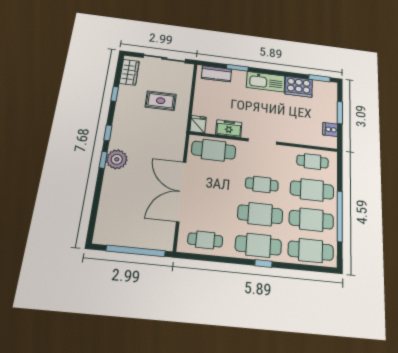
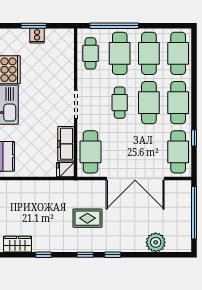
rug: (161, 101) -> (87, 218), moved, turned 90
freezer: (229, 129) -> (66, 144), width x1.40
cooker: (330, 129) -> (37, 36), moved
plant: (117, 159) -> (156, 242), moved
window: (340, 216) -> (114, 26), moved
cafe table: (205, 240) -> (178, 152), width x1.37, depth x1.35
window: (264, 263) -> (194, 138), moved

